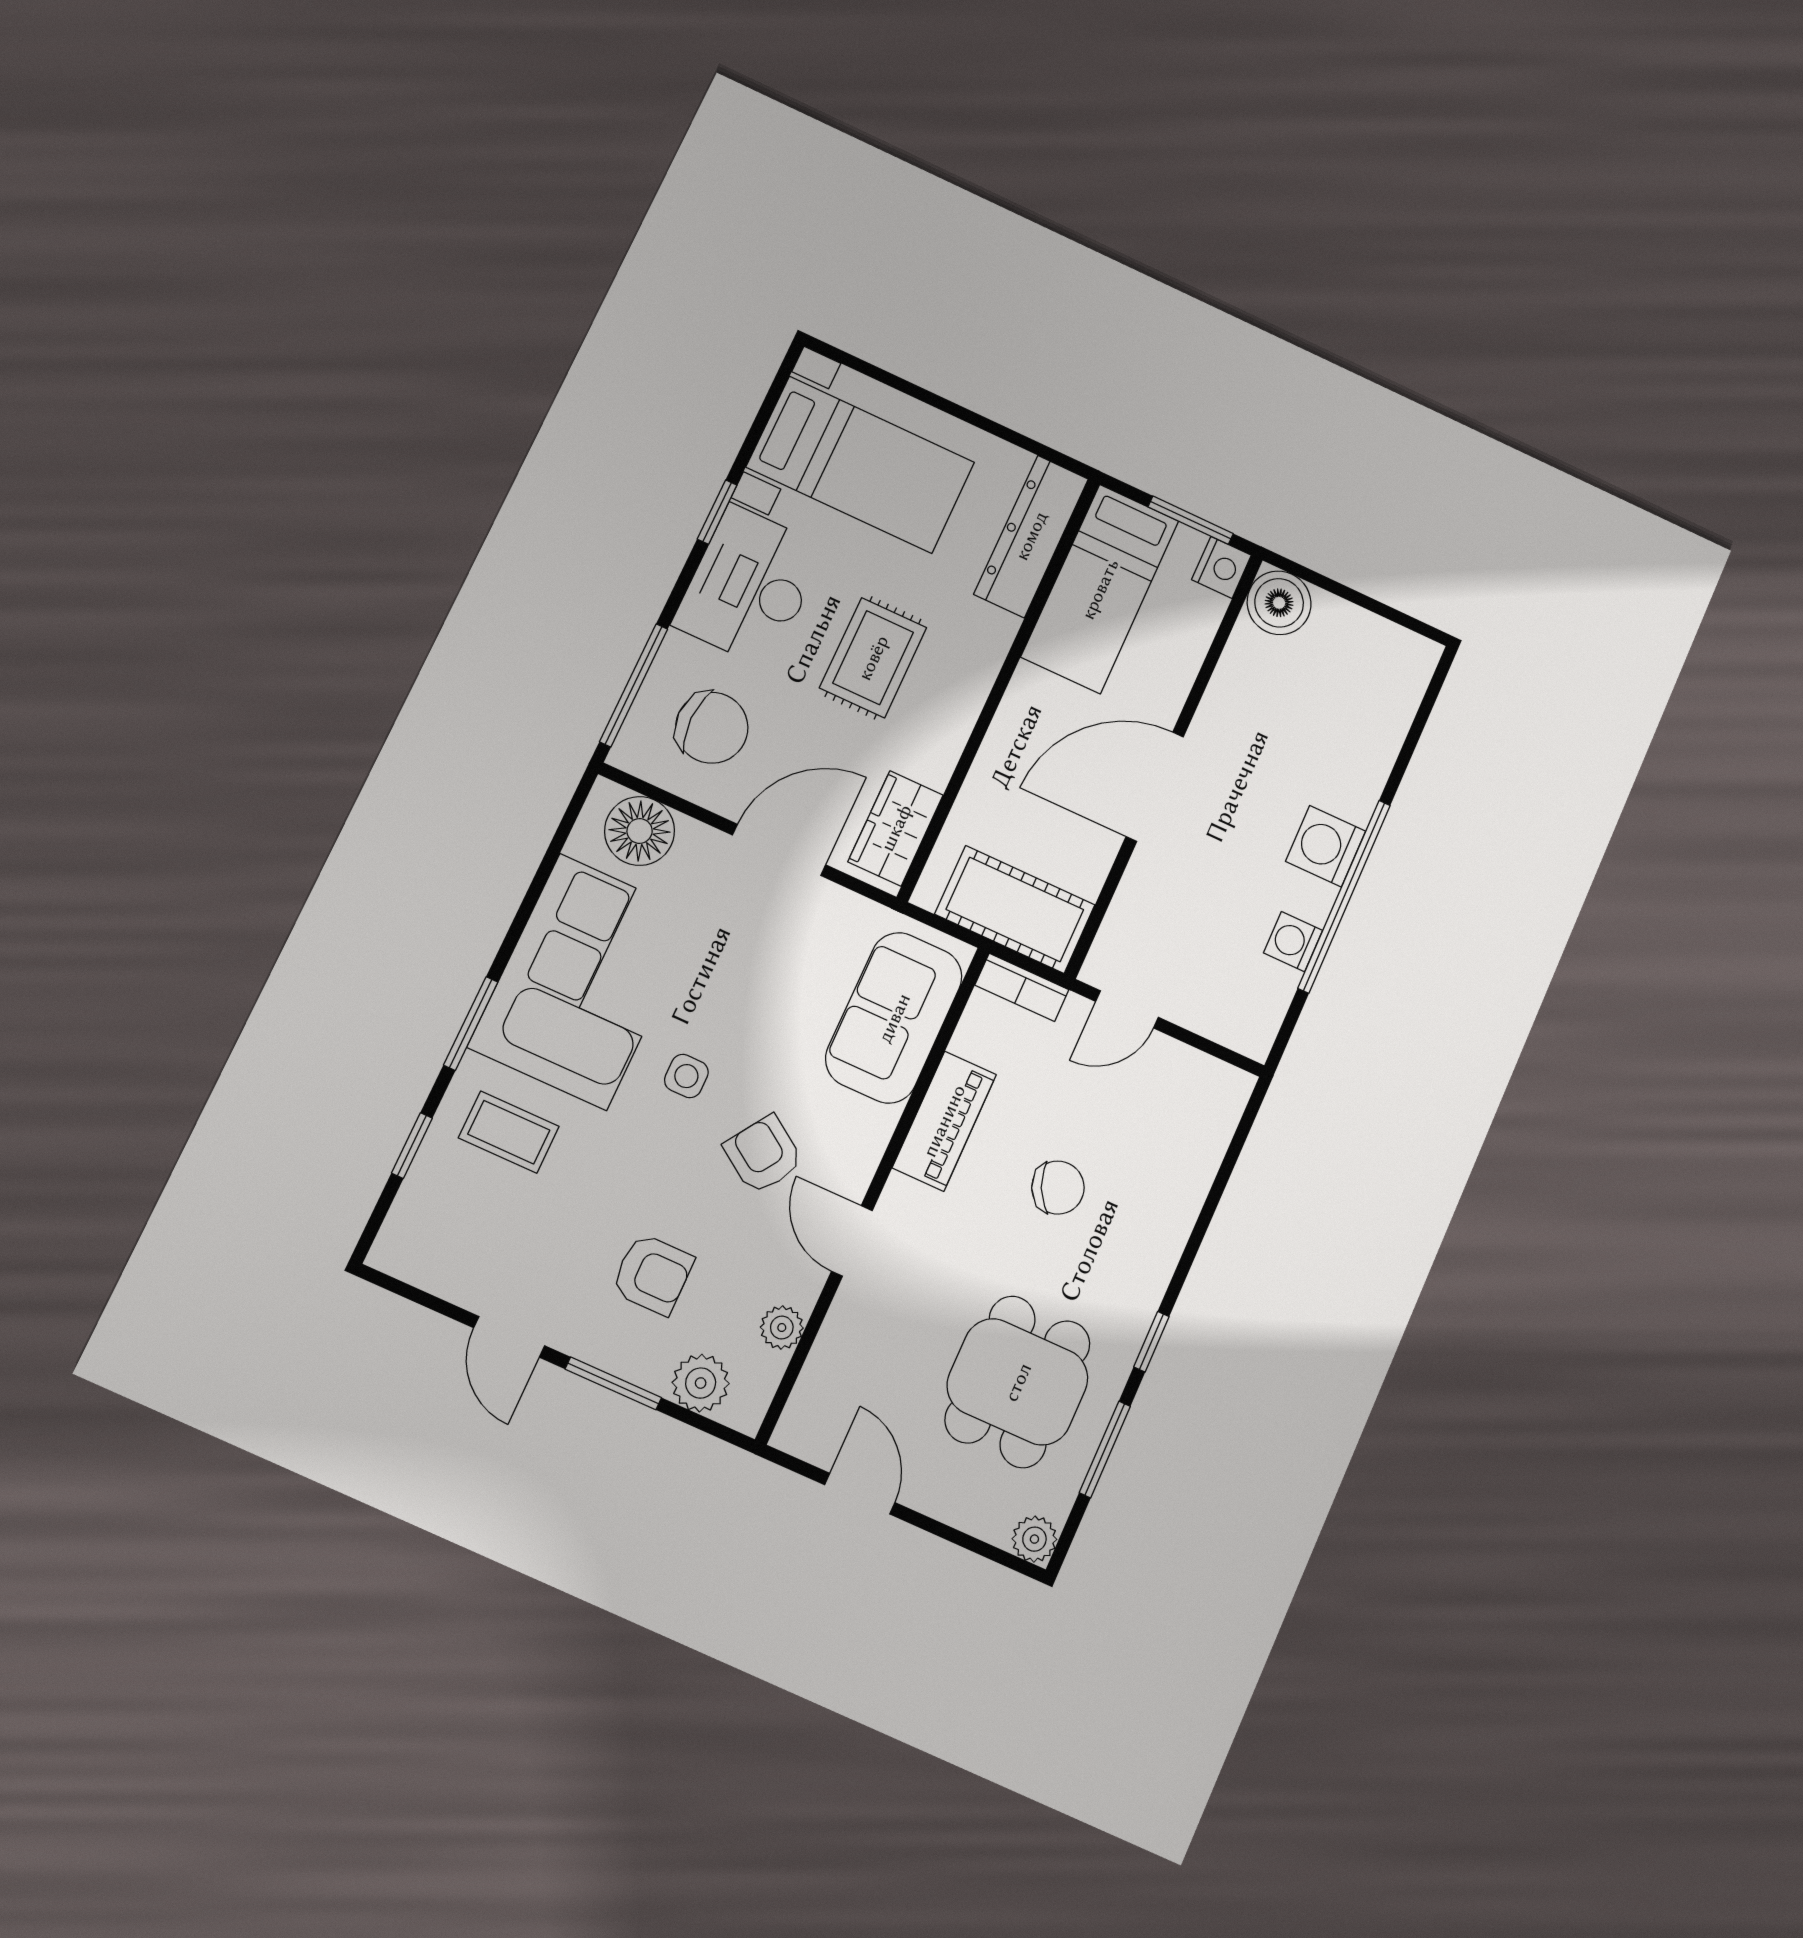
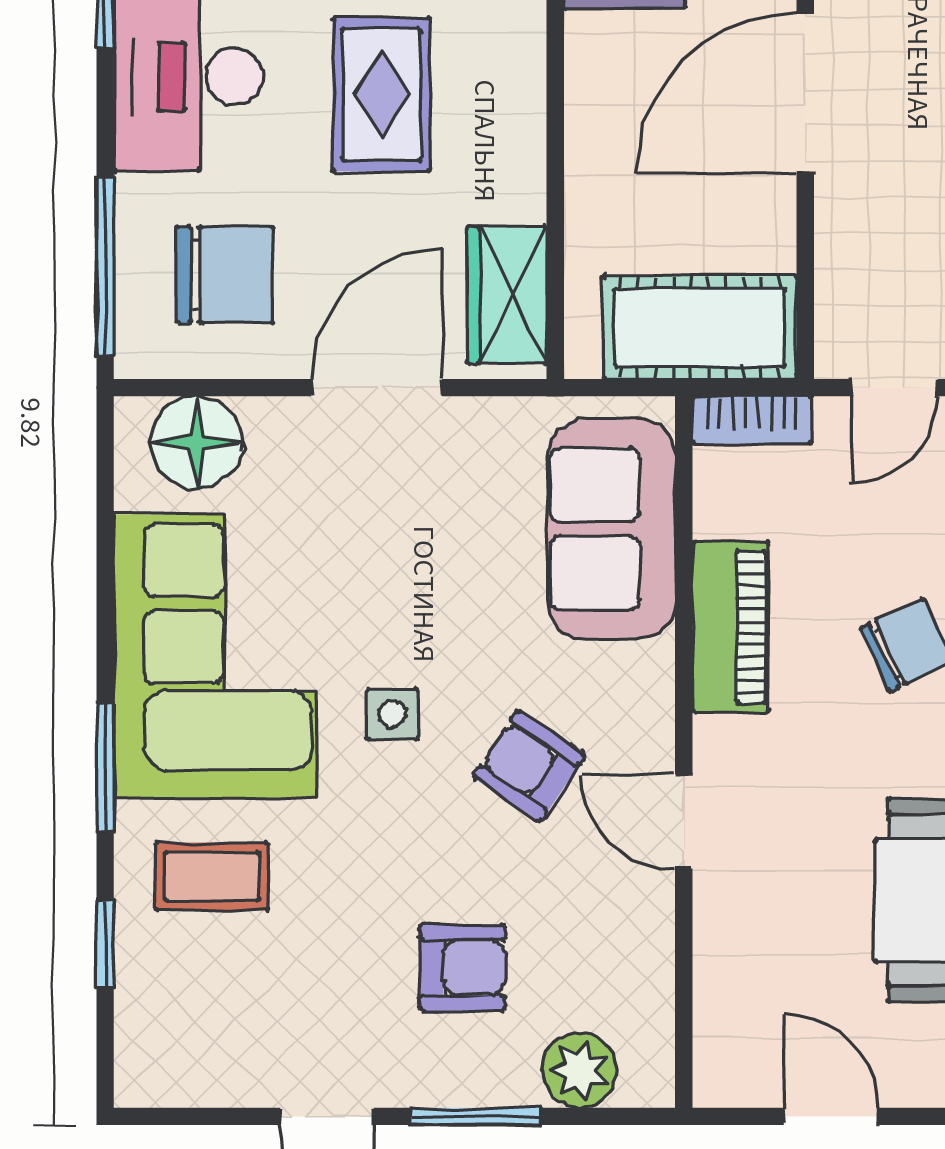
plant: (782, 1328) -> (647, 962), removed

